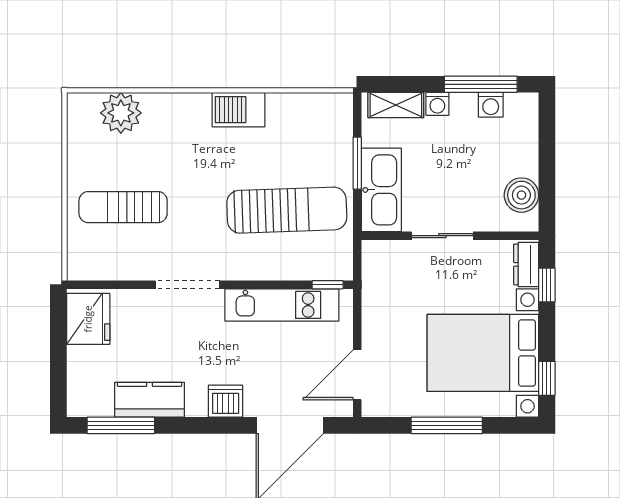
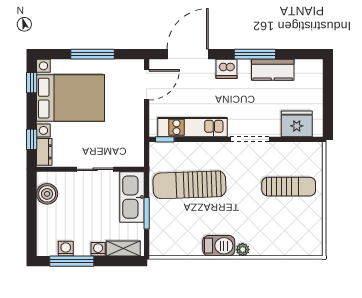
plant: (121, 113) -> (243, 250), moved, width x0.53, depth x0.53
fridge: (88, 319) -> (297, 124), moved, turned 90
window: (121, 425) -> (255, 54), moved

